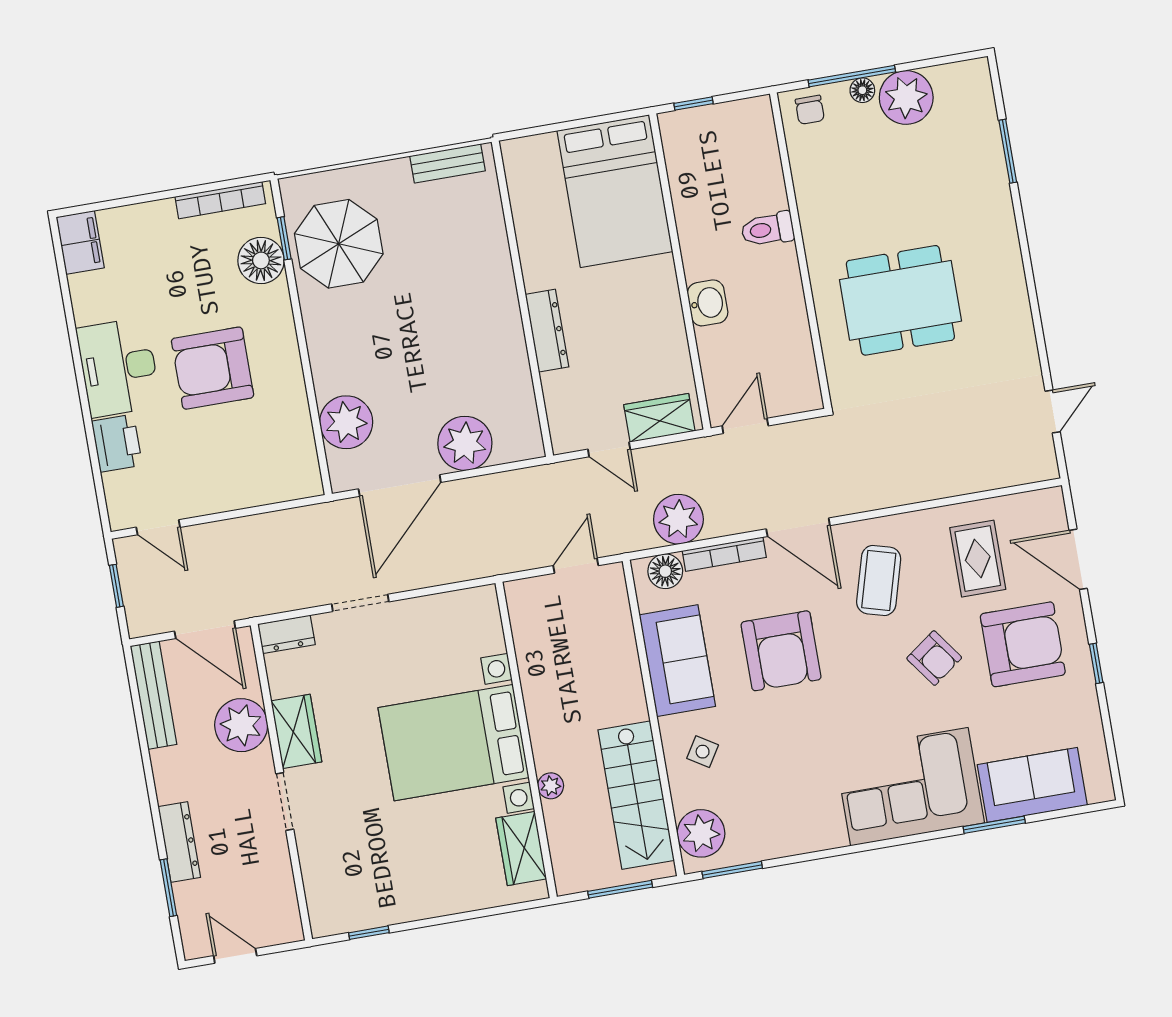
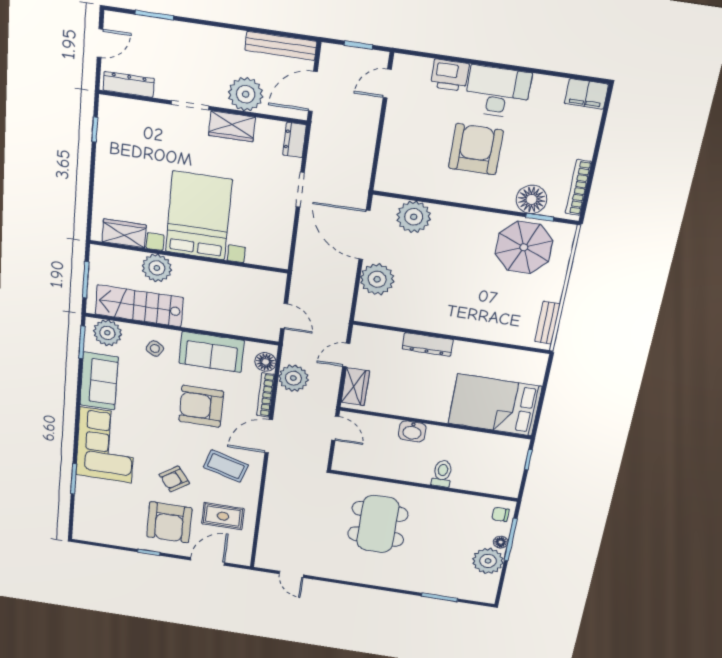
sofa: (1032, 785) -> (99, 381), moved
plant: (551, 786) -> (157, 268), width x1.88, depth x1.88
dresser: (179, 842) -> (129, 84), moved, turned 180

